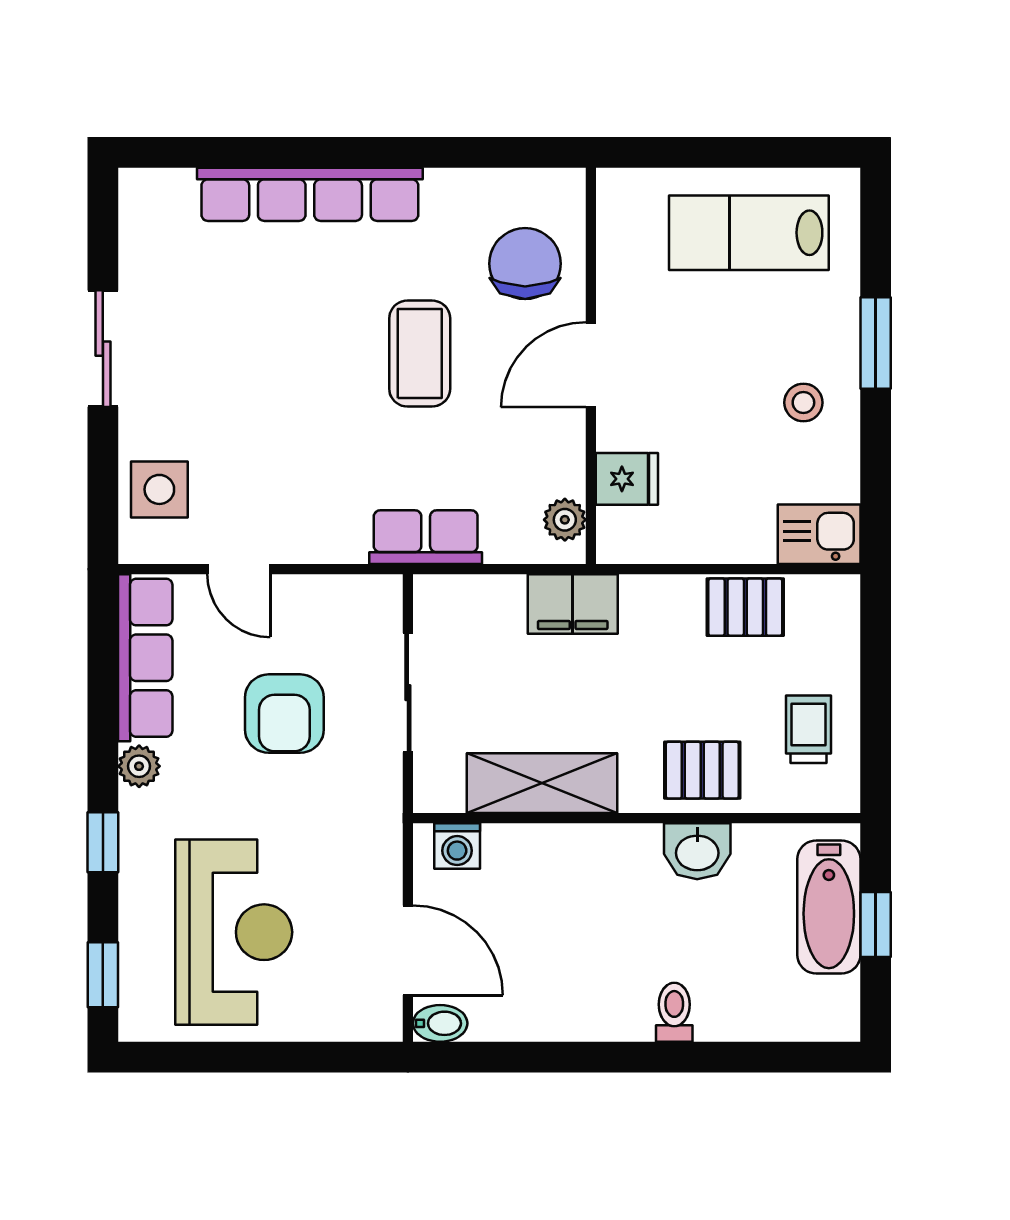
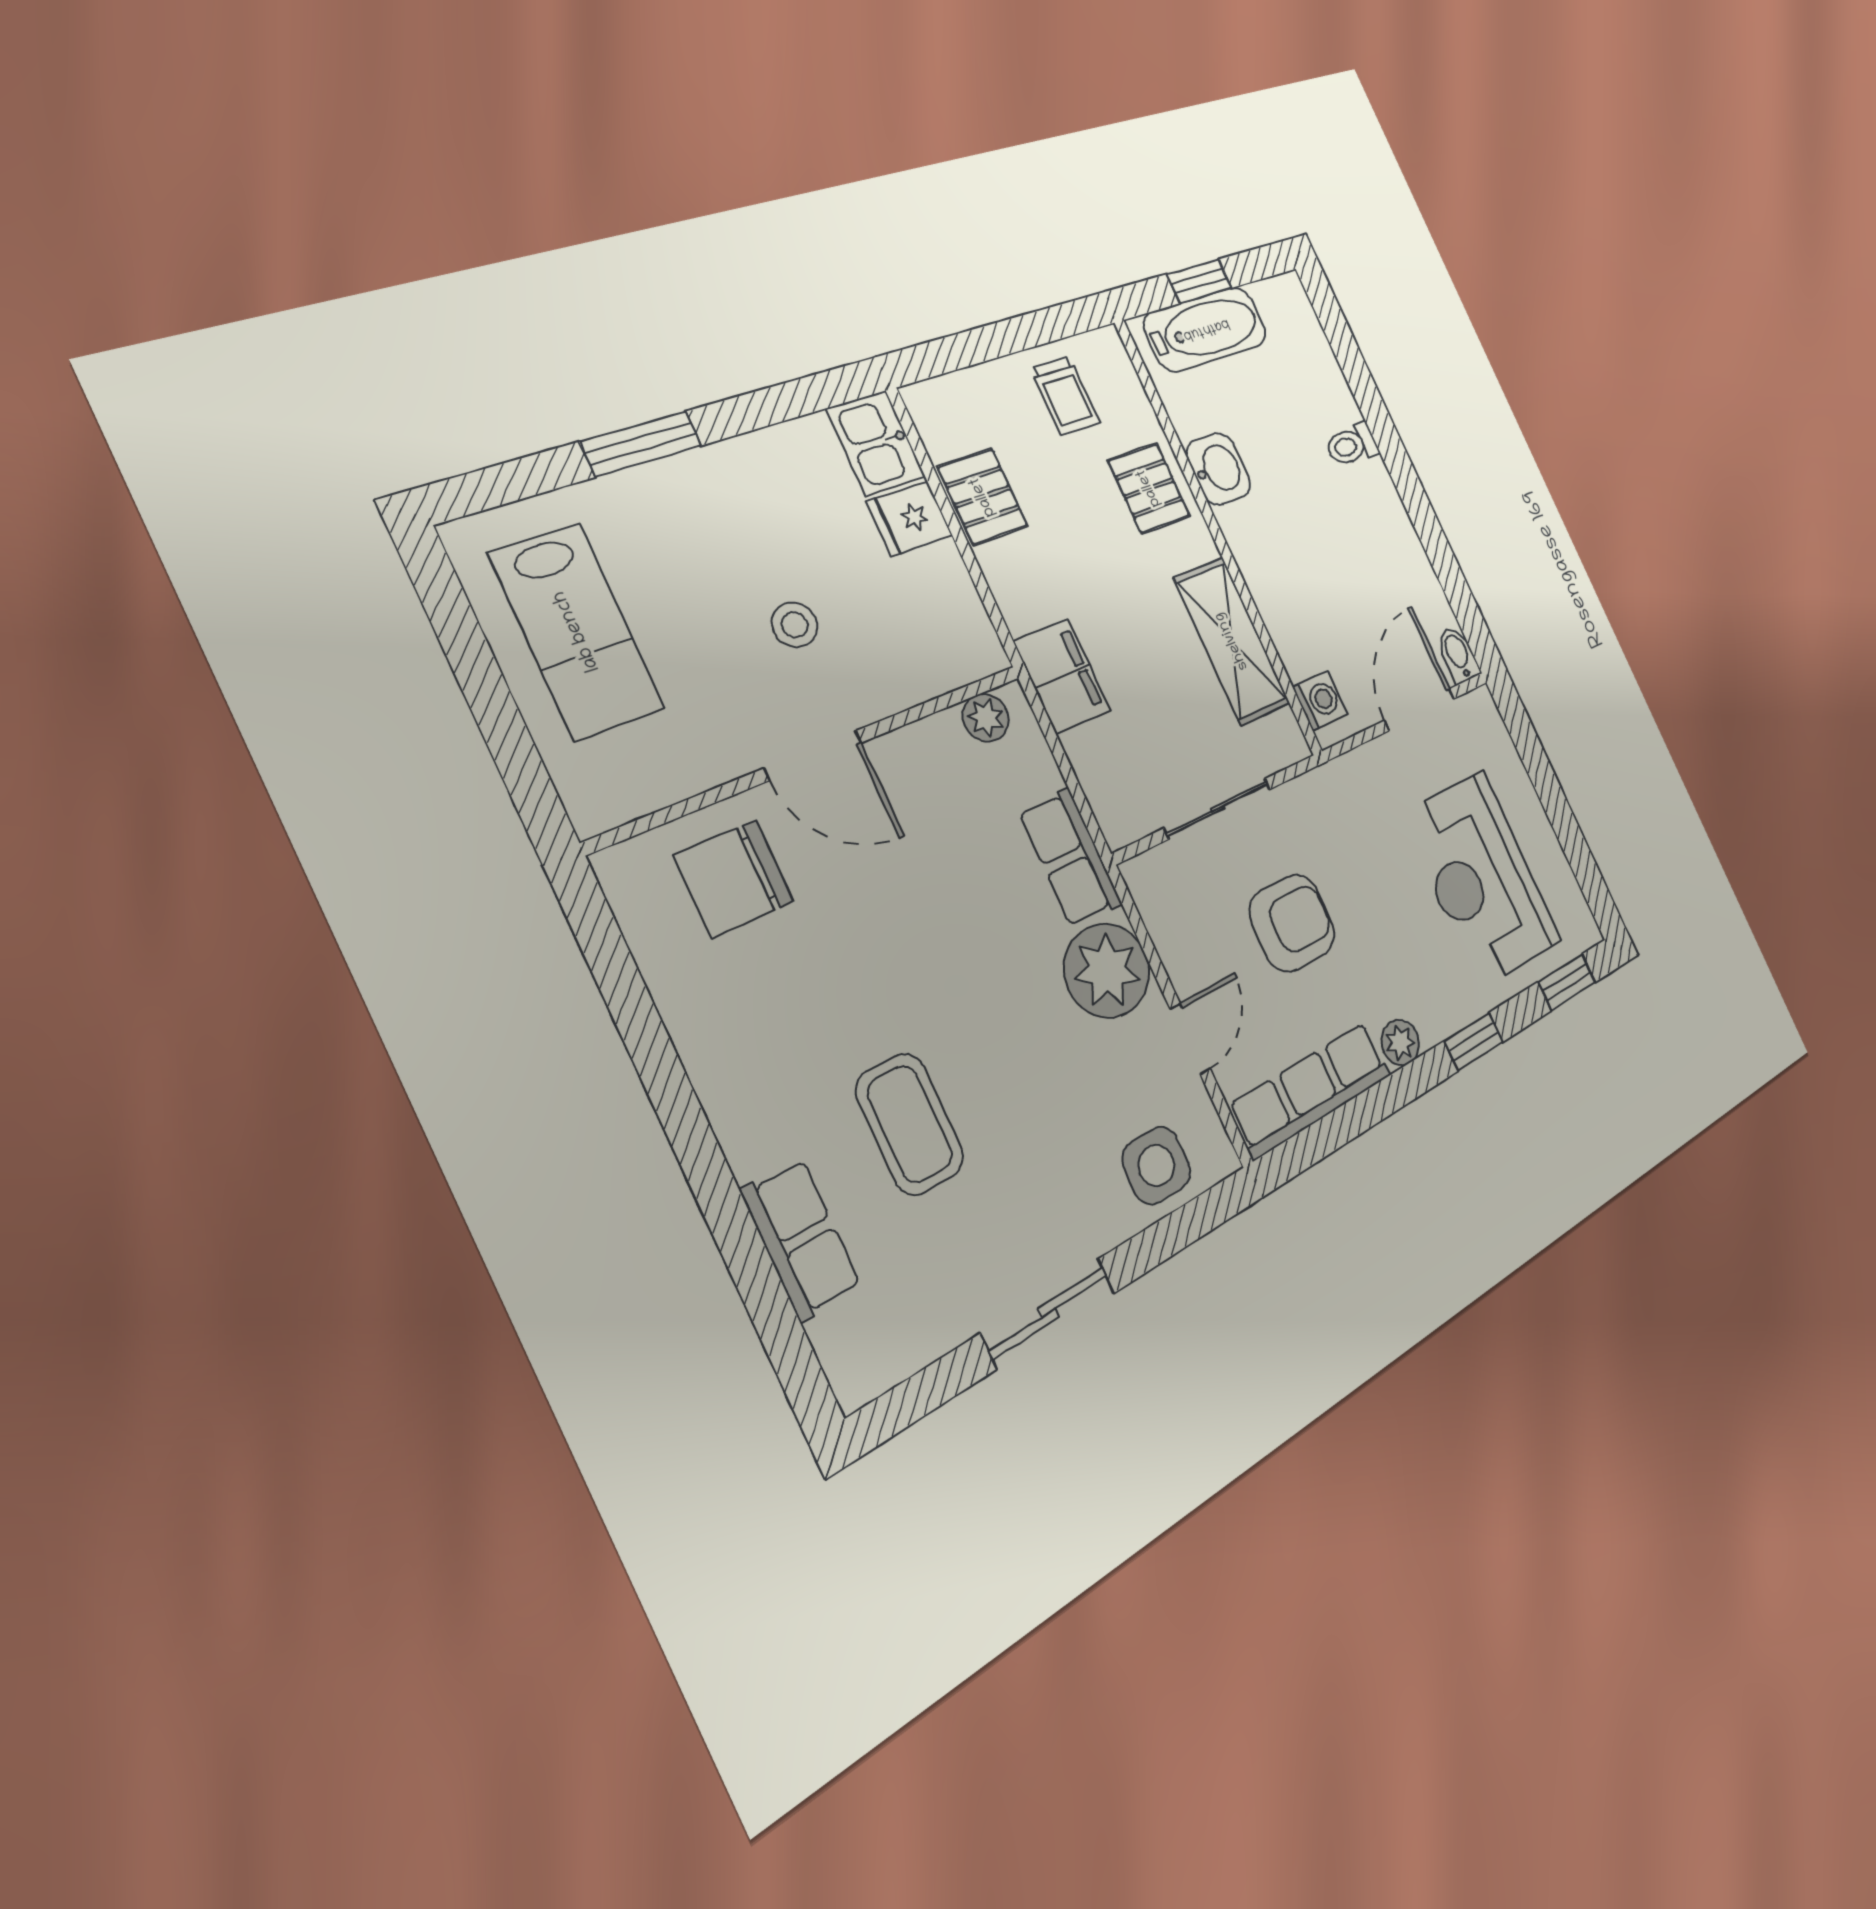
row of seats: (310, 194) -> (801, 1239), width x0.50
coffee table: (420, 354) -> (910, 1124), moved, turned 90
stool: (803, 403) -> (795, 625), moved
fridge: (627, 479) -> (910, 519), moved, turned -90
plant: (325, 524) -> (1107, 970), added
trolley: (808, 729) -> (1065, 396), turned -90
reception desk: (234, 932) -> (1481, 879), turned -90

